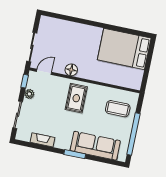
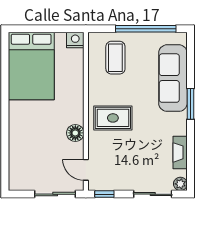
nightstand: (136, 83) -> (75, 40), added
plant: (29, 94) -> (180, 184), moved

